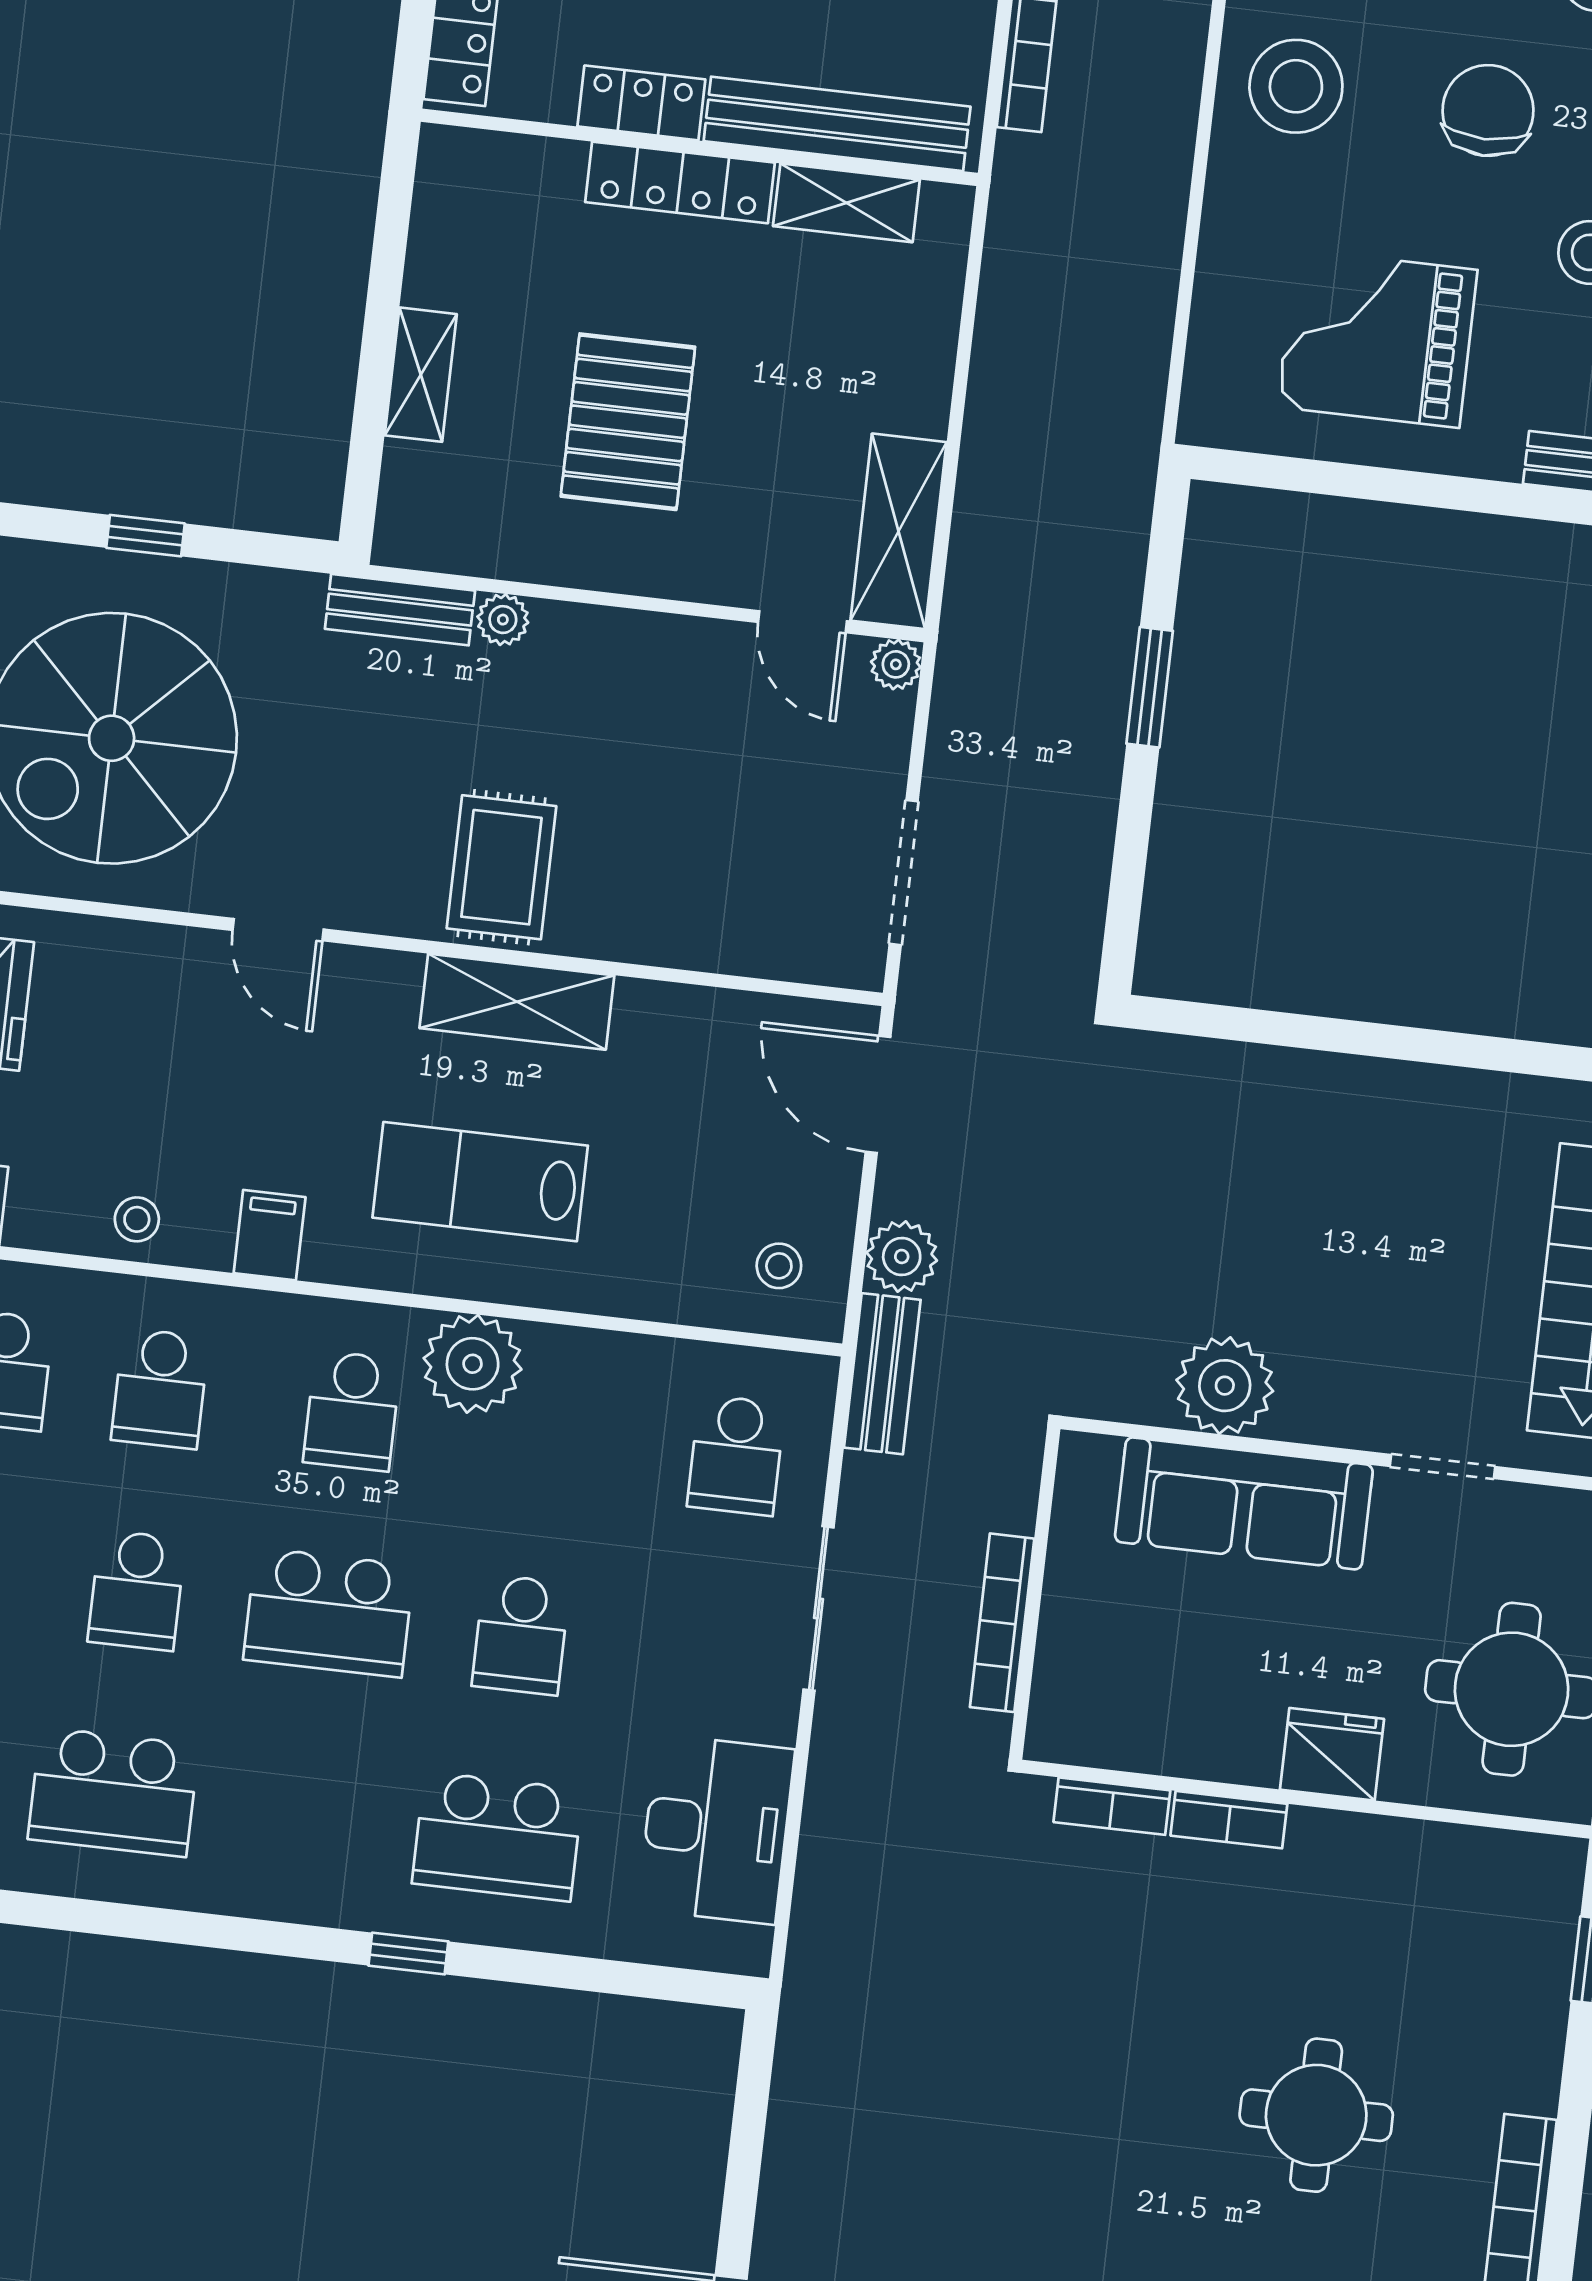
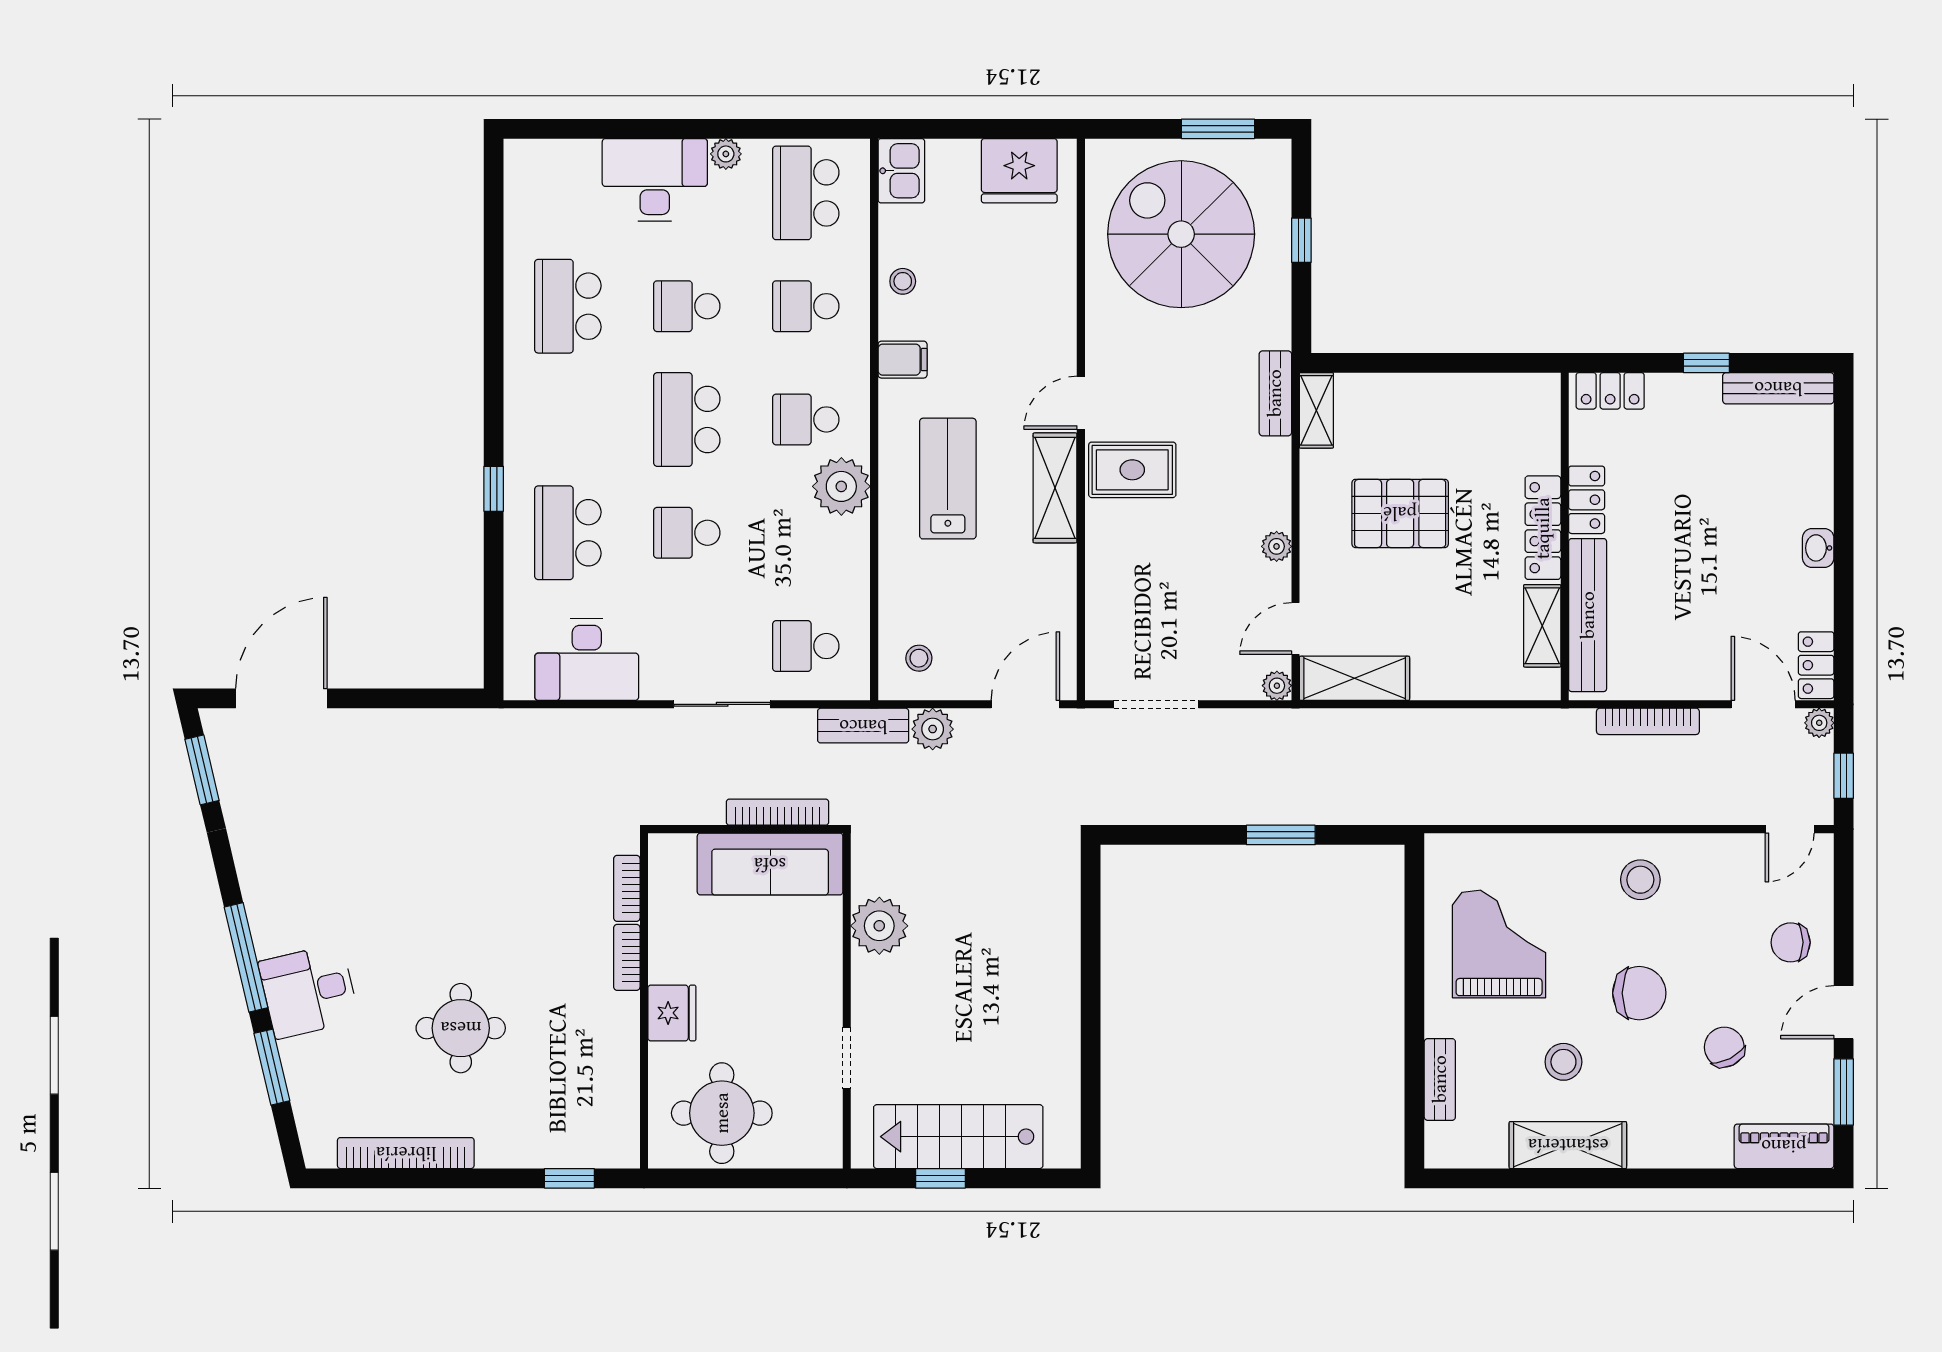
stool: (1296, 86) -> (1640, 880), width x0.73, depth x0.73
shelving: (421, 375) -> (1316, 410), moved, turned 90
plant: (503, 620) -> (1277, 546), moved
door: (278, 930) -> (1081, 403), moved
sofa: (1244, 1503) -> (770, 864), moved, turned -90
bookcase: (1002, 1623) -> (778, 812), moved

